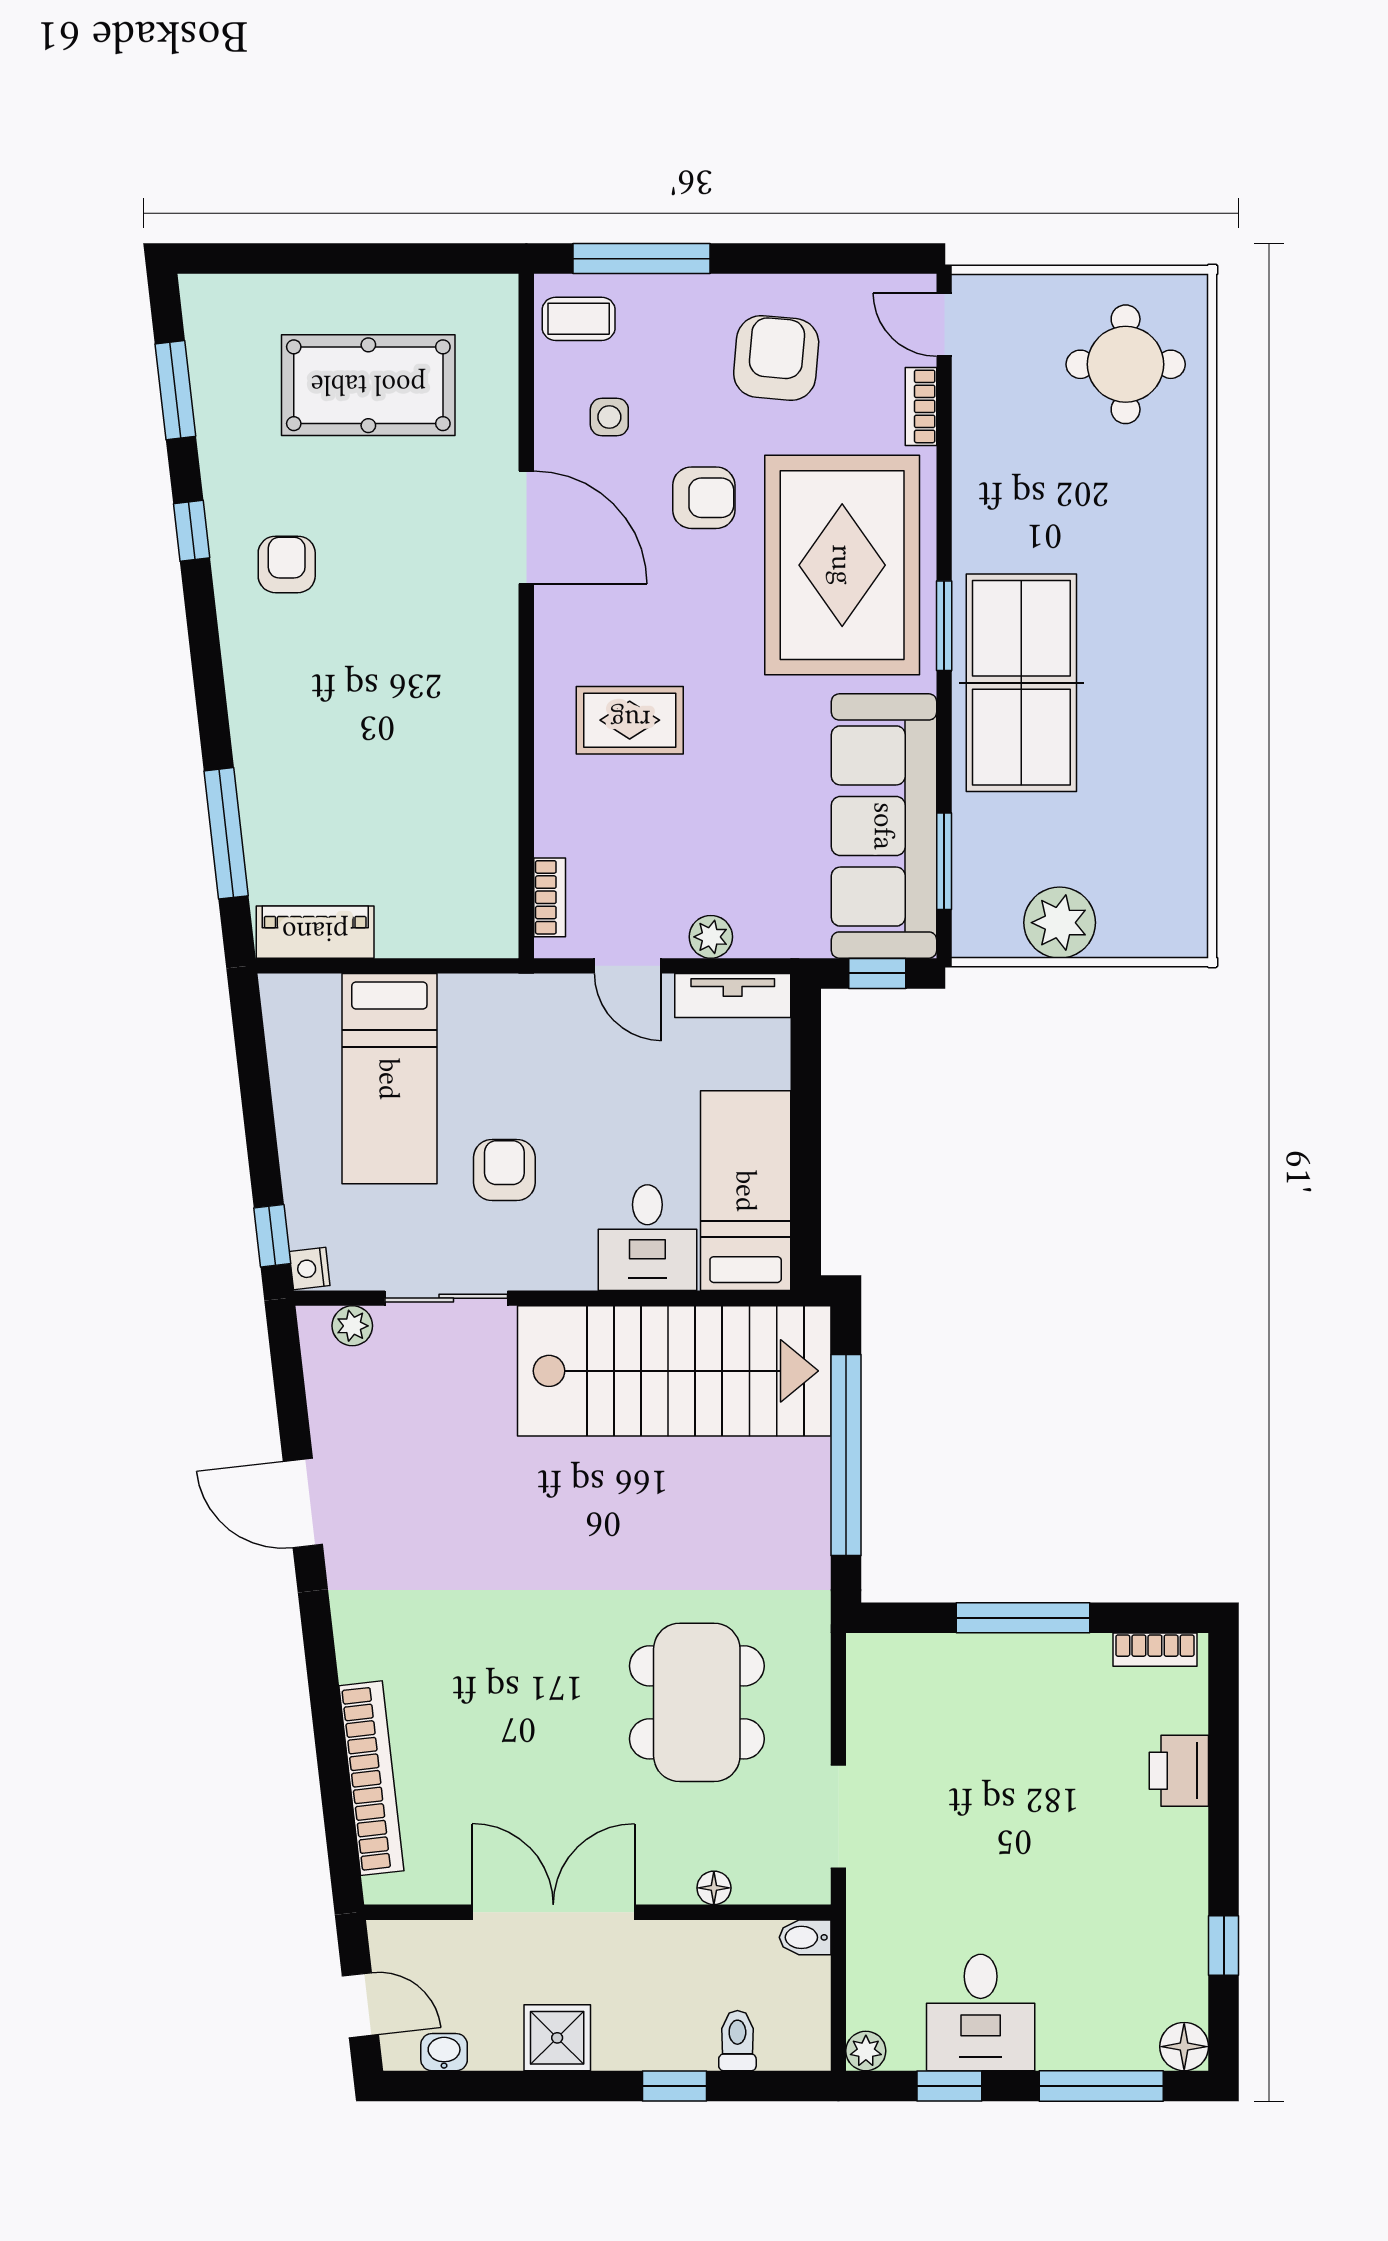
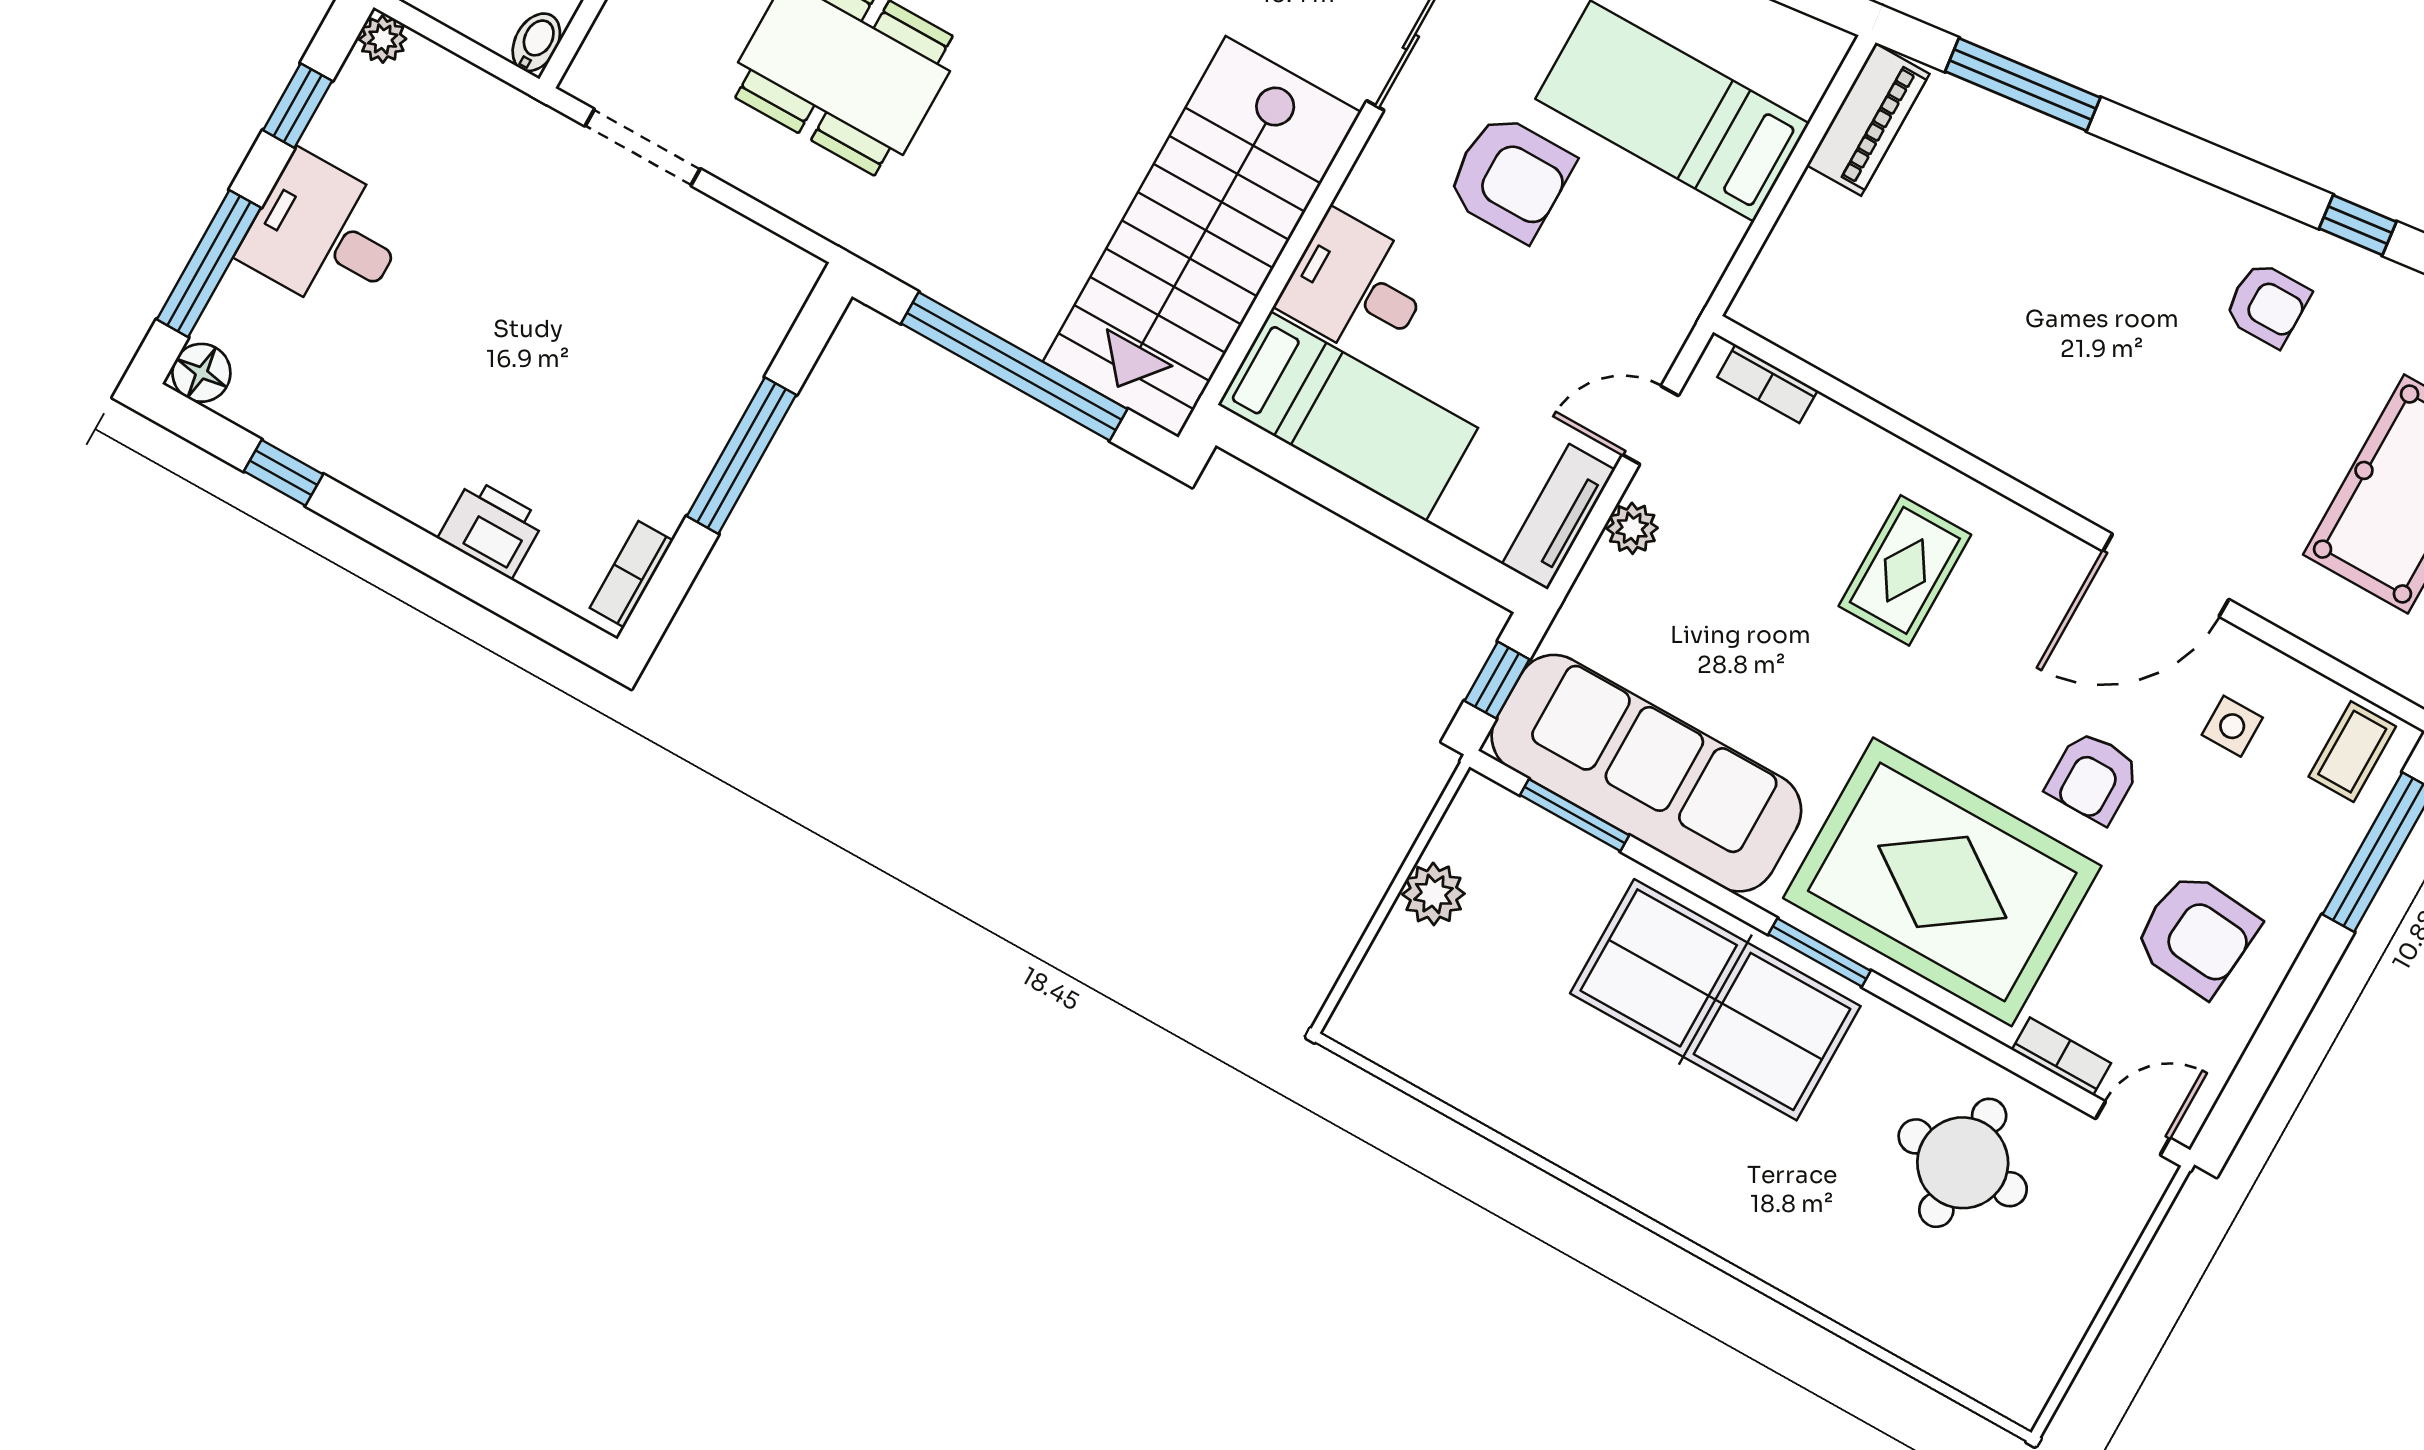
round table: (1126, 364) -> (1963, 1163), moved
plant: (1060, 923) -> (1433, 894), width x0.73, depth x0.73
armchair: (504, 1170) -> (1510, 177), width x1.38, depth x1.38
desk: (981, 2013) -> (325, 235), moved

